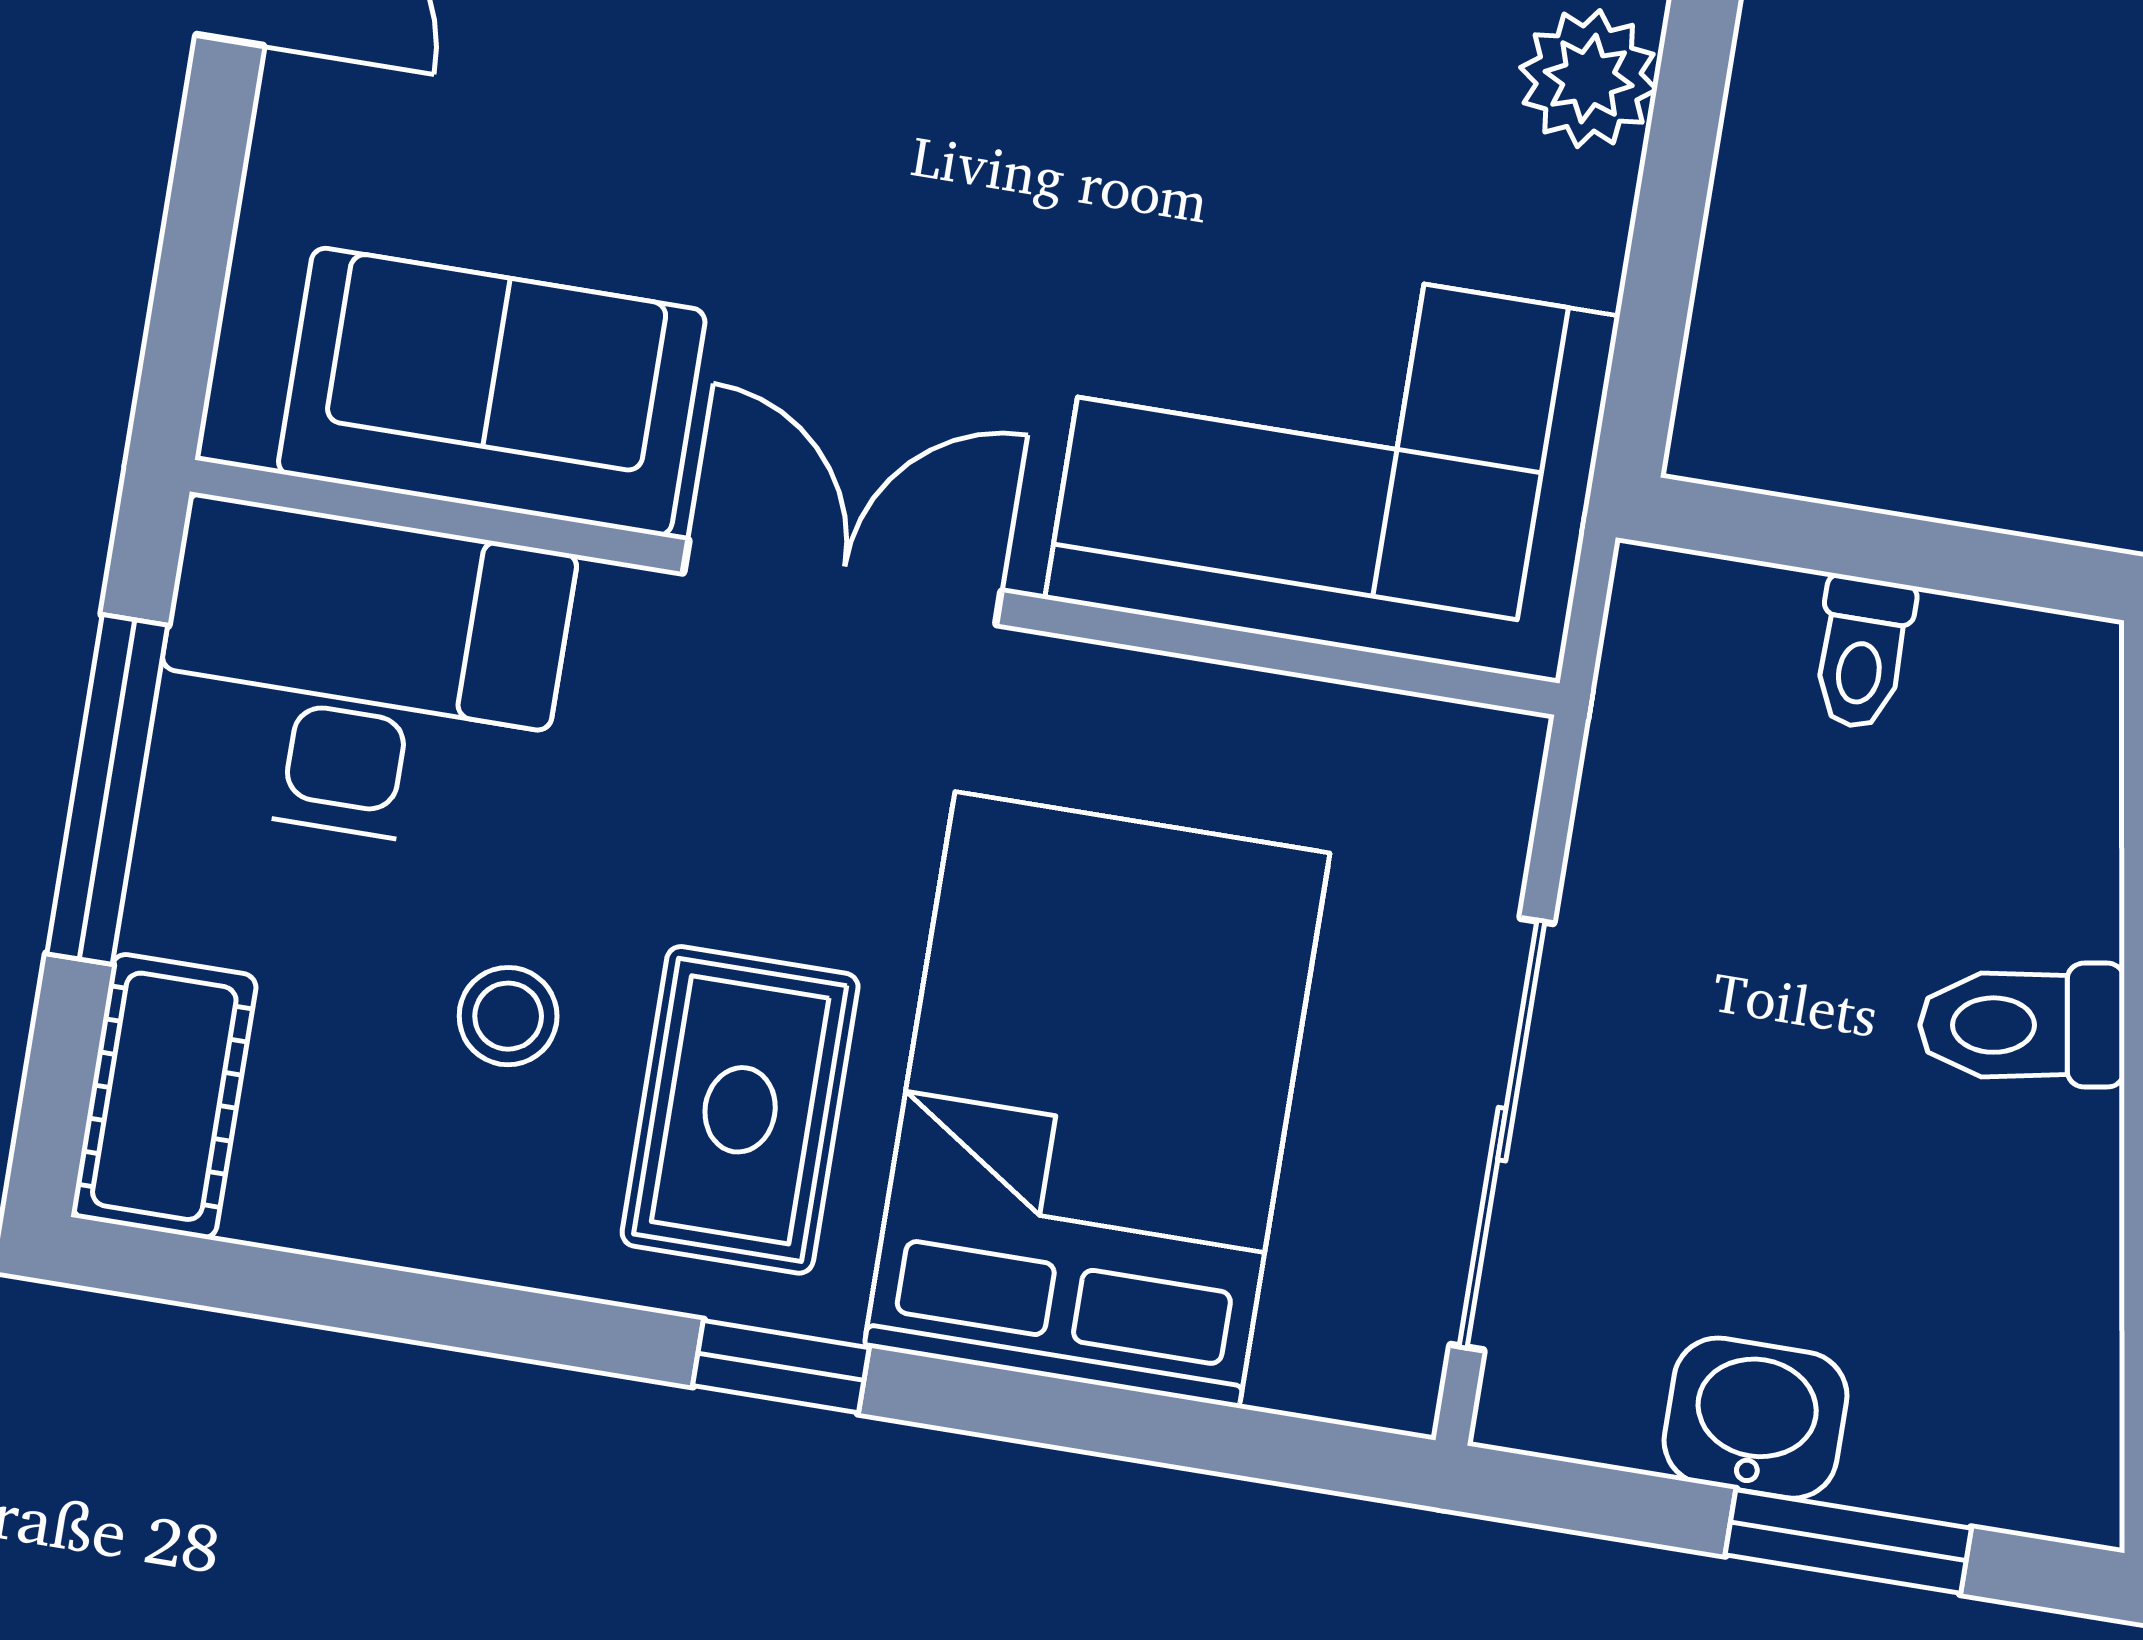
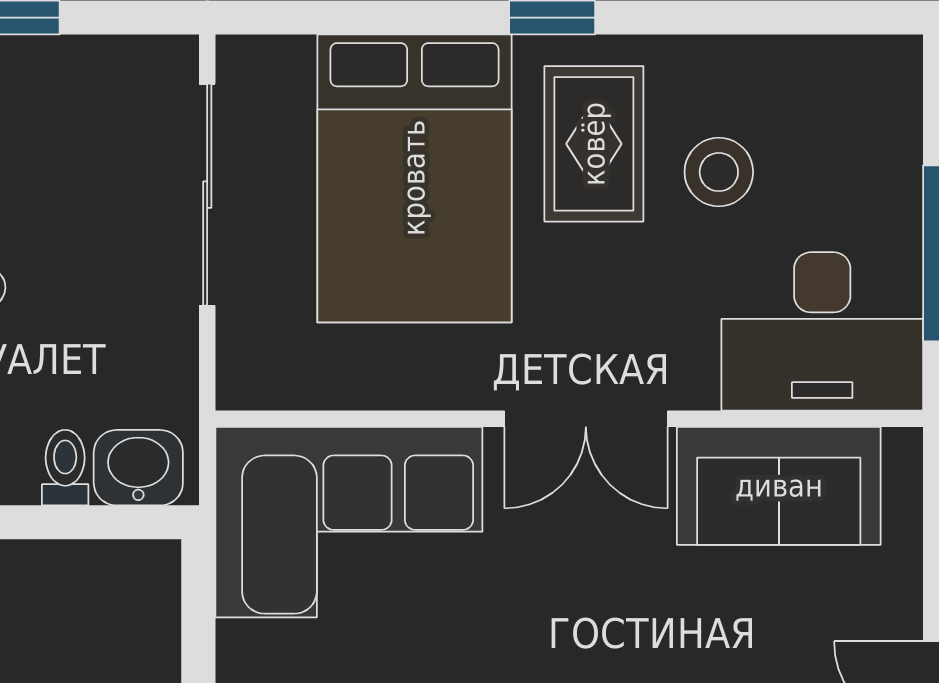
stool: (508, 1016) -> (719, 172), width x1.37, depth x1.37
cot: (164, 1096) -> (886, 103), removed
washbasin: (1755, 1418) -> (138, 468), moved, turned 180

